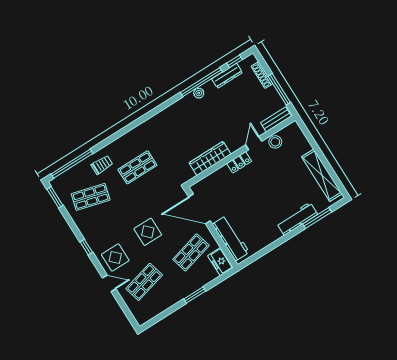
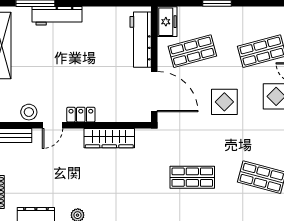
trolley: (102, 165) -> (228, 204), removed

